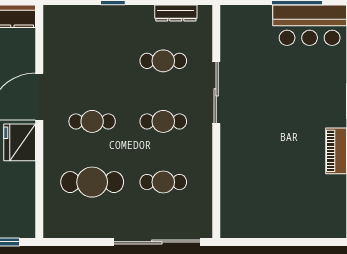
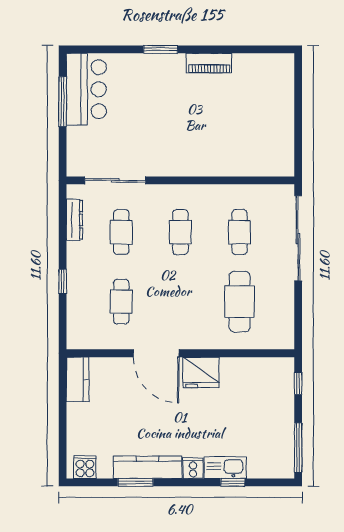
sliding door: (216, 92) -> (115, 180), moved
cafe table: (92, 121) -> (121, 302), moved

